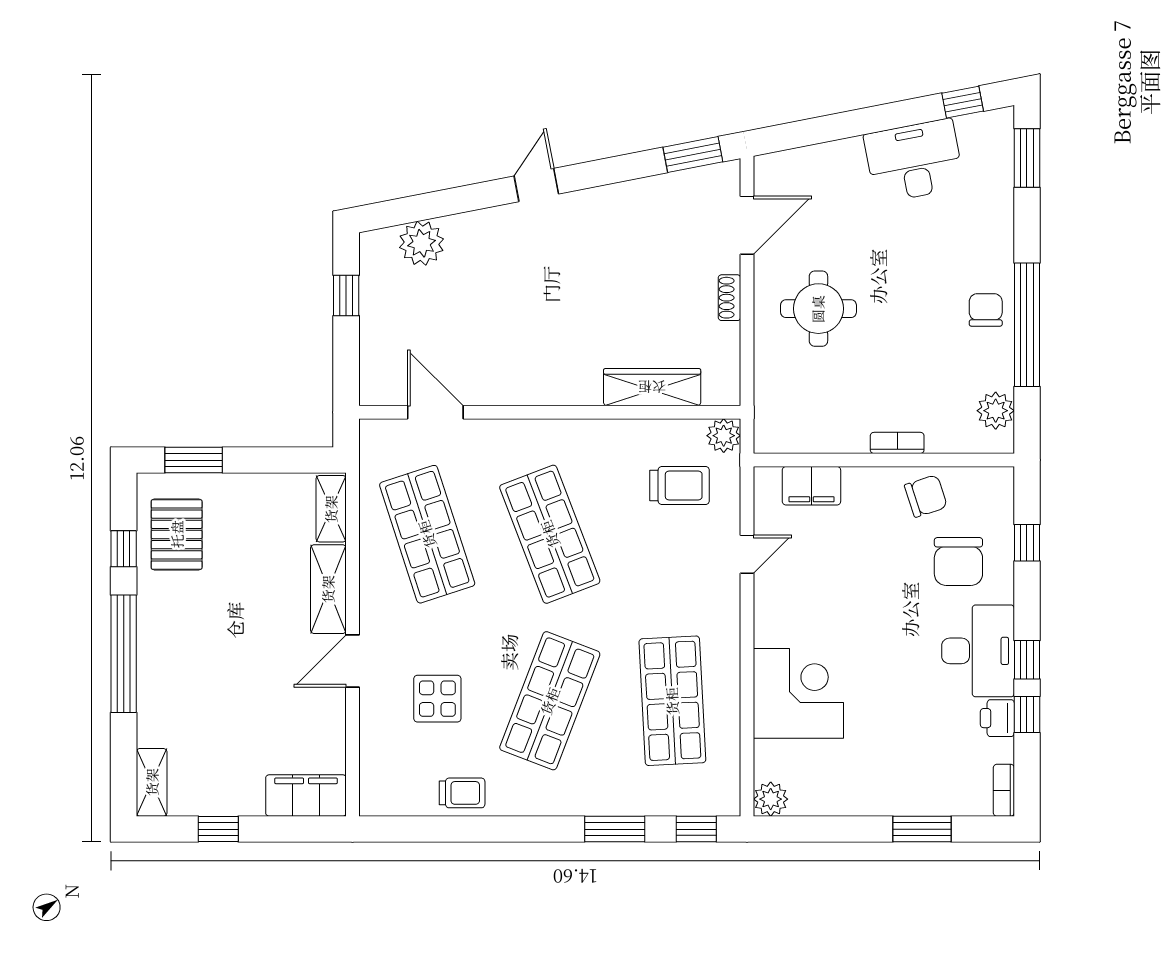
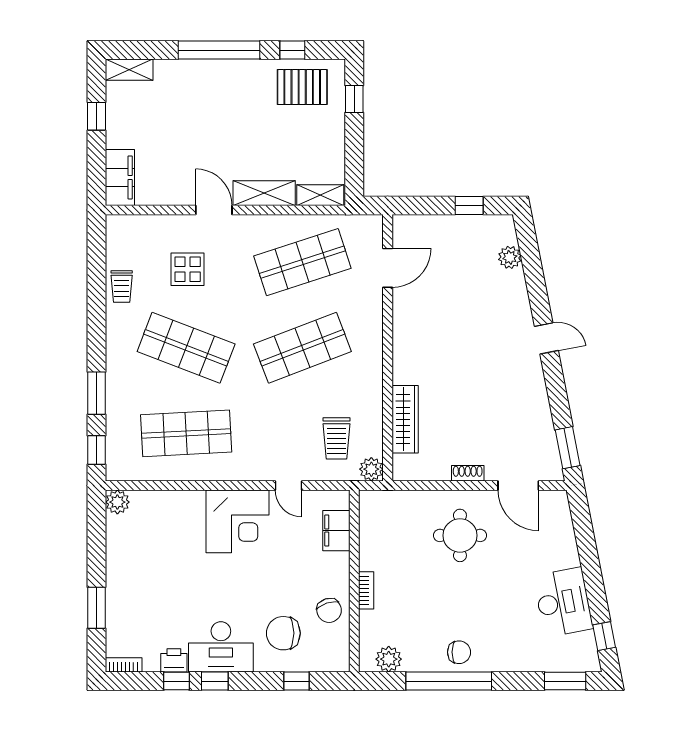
plant: (422, 243) -> (510, 257), width x0.73, depth x0.73
window: (194, 460) -> (354, 99), width x0.67
corner desk: (798, 693) -> (238, 521), moved

